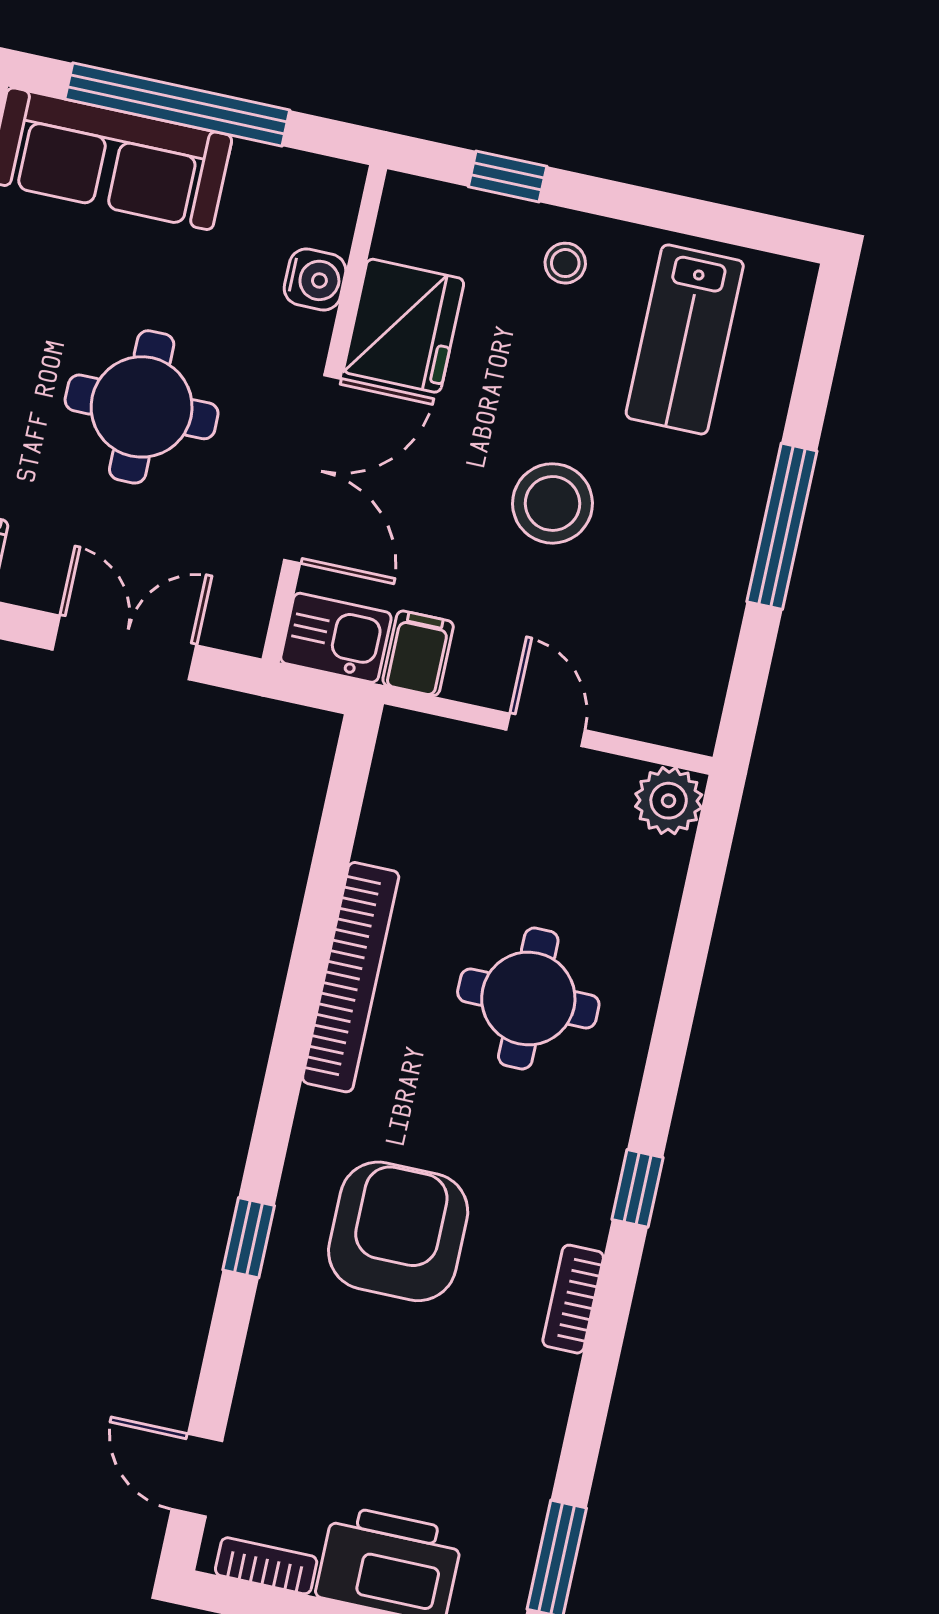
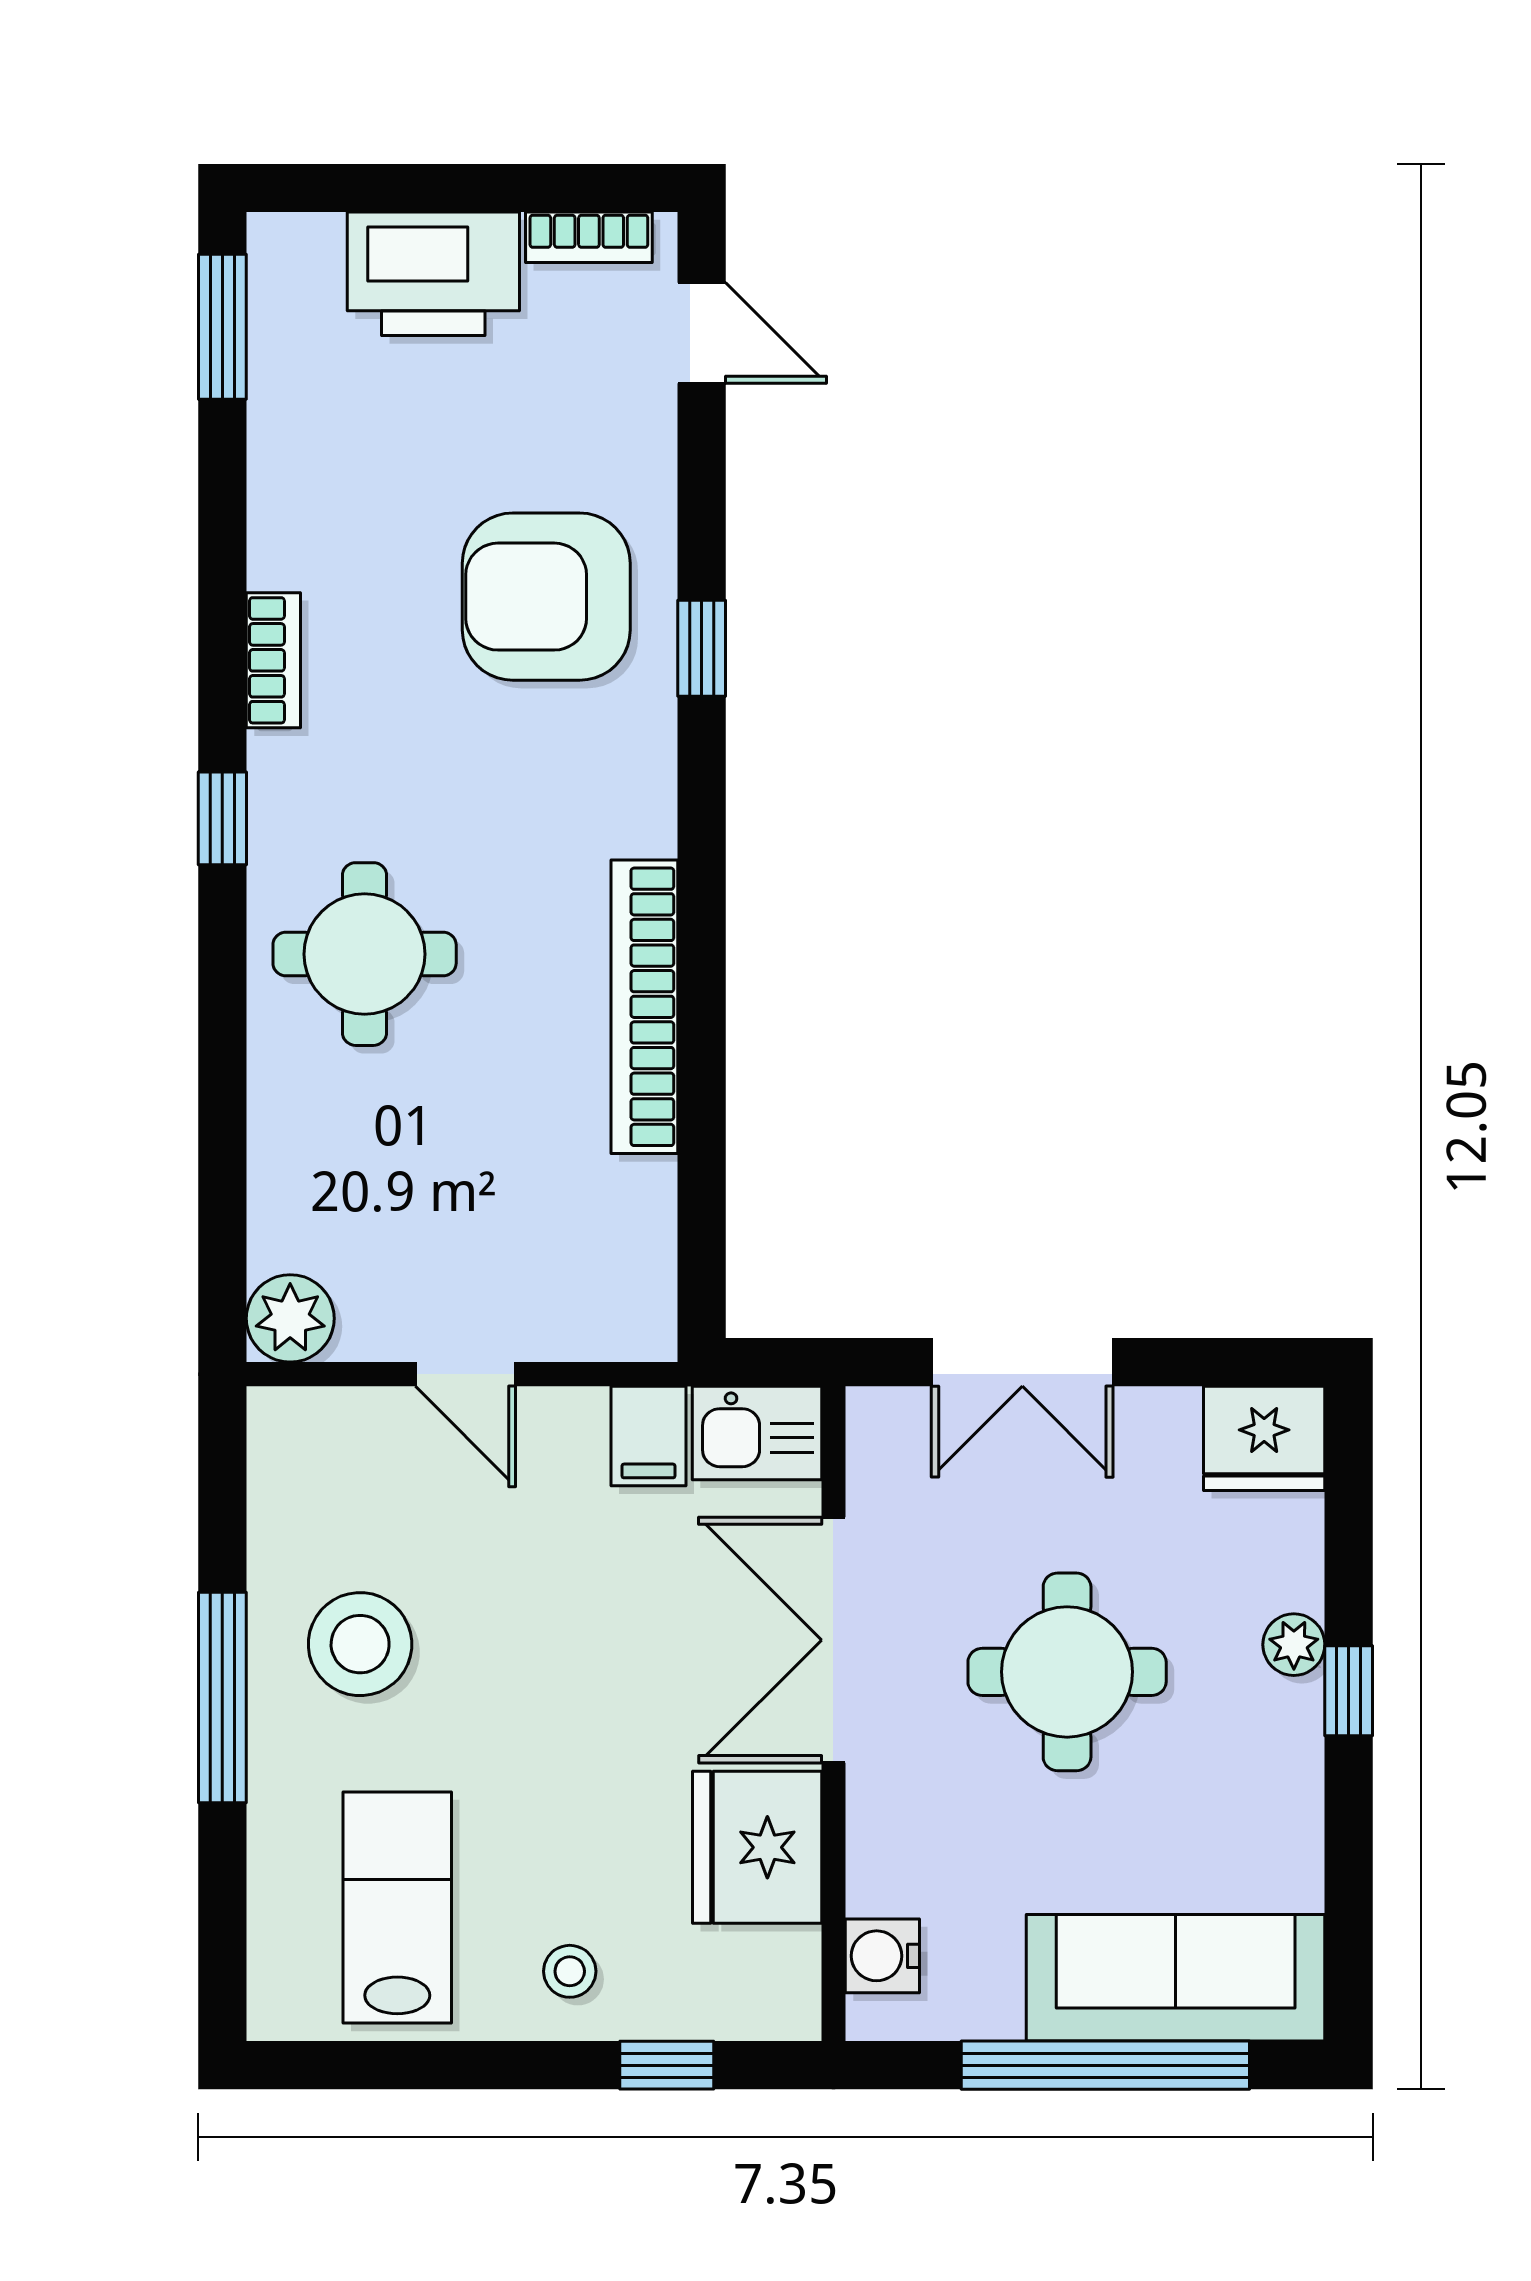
water cooler: (315, 279) -> (882, 1956), moved
stool: (552, 503) -> (360, 1644), moved
round table: (528, 998) -> (365, 954), moved
armchair: (398, 1231) -> (546, 597), moved, turned 90

